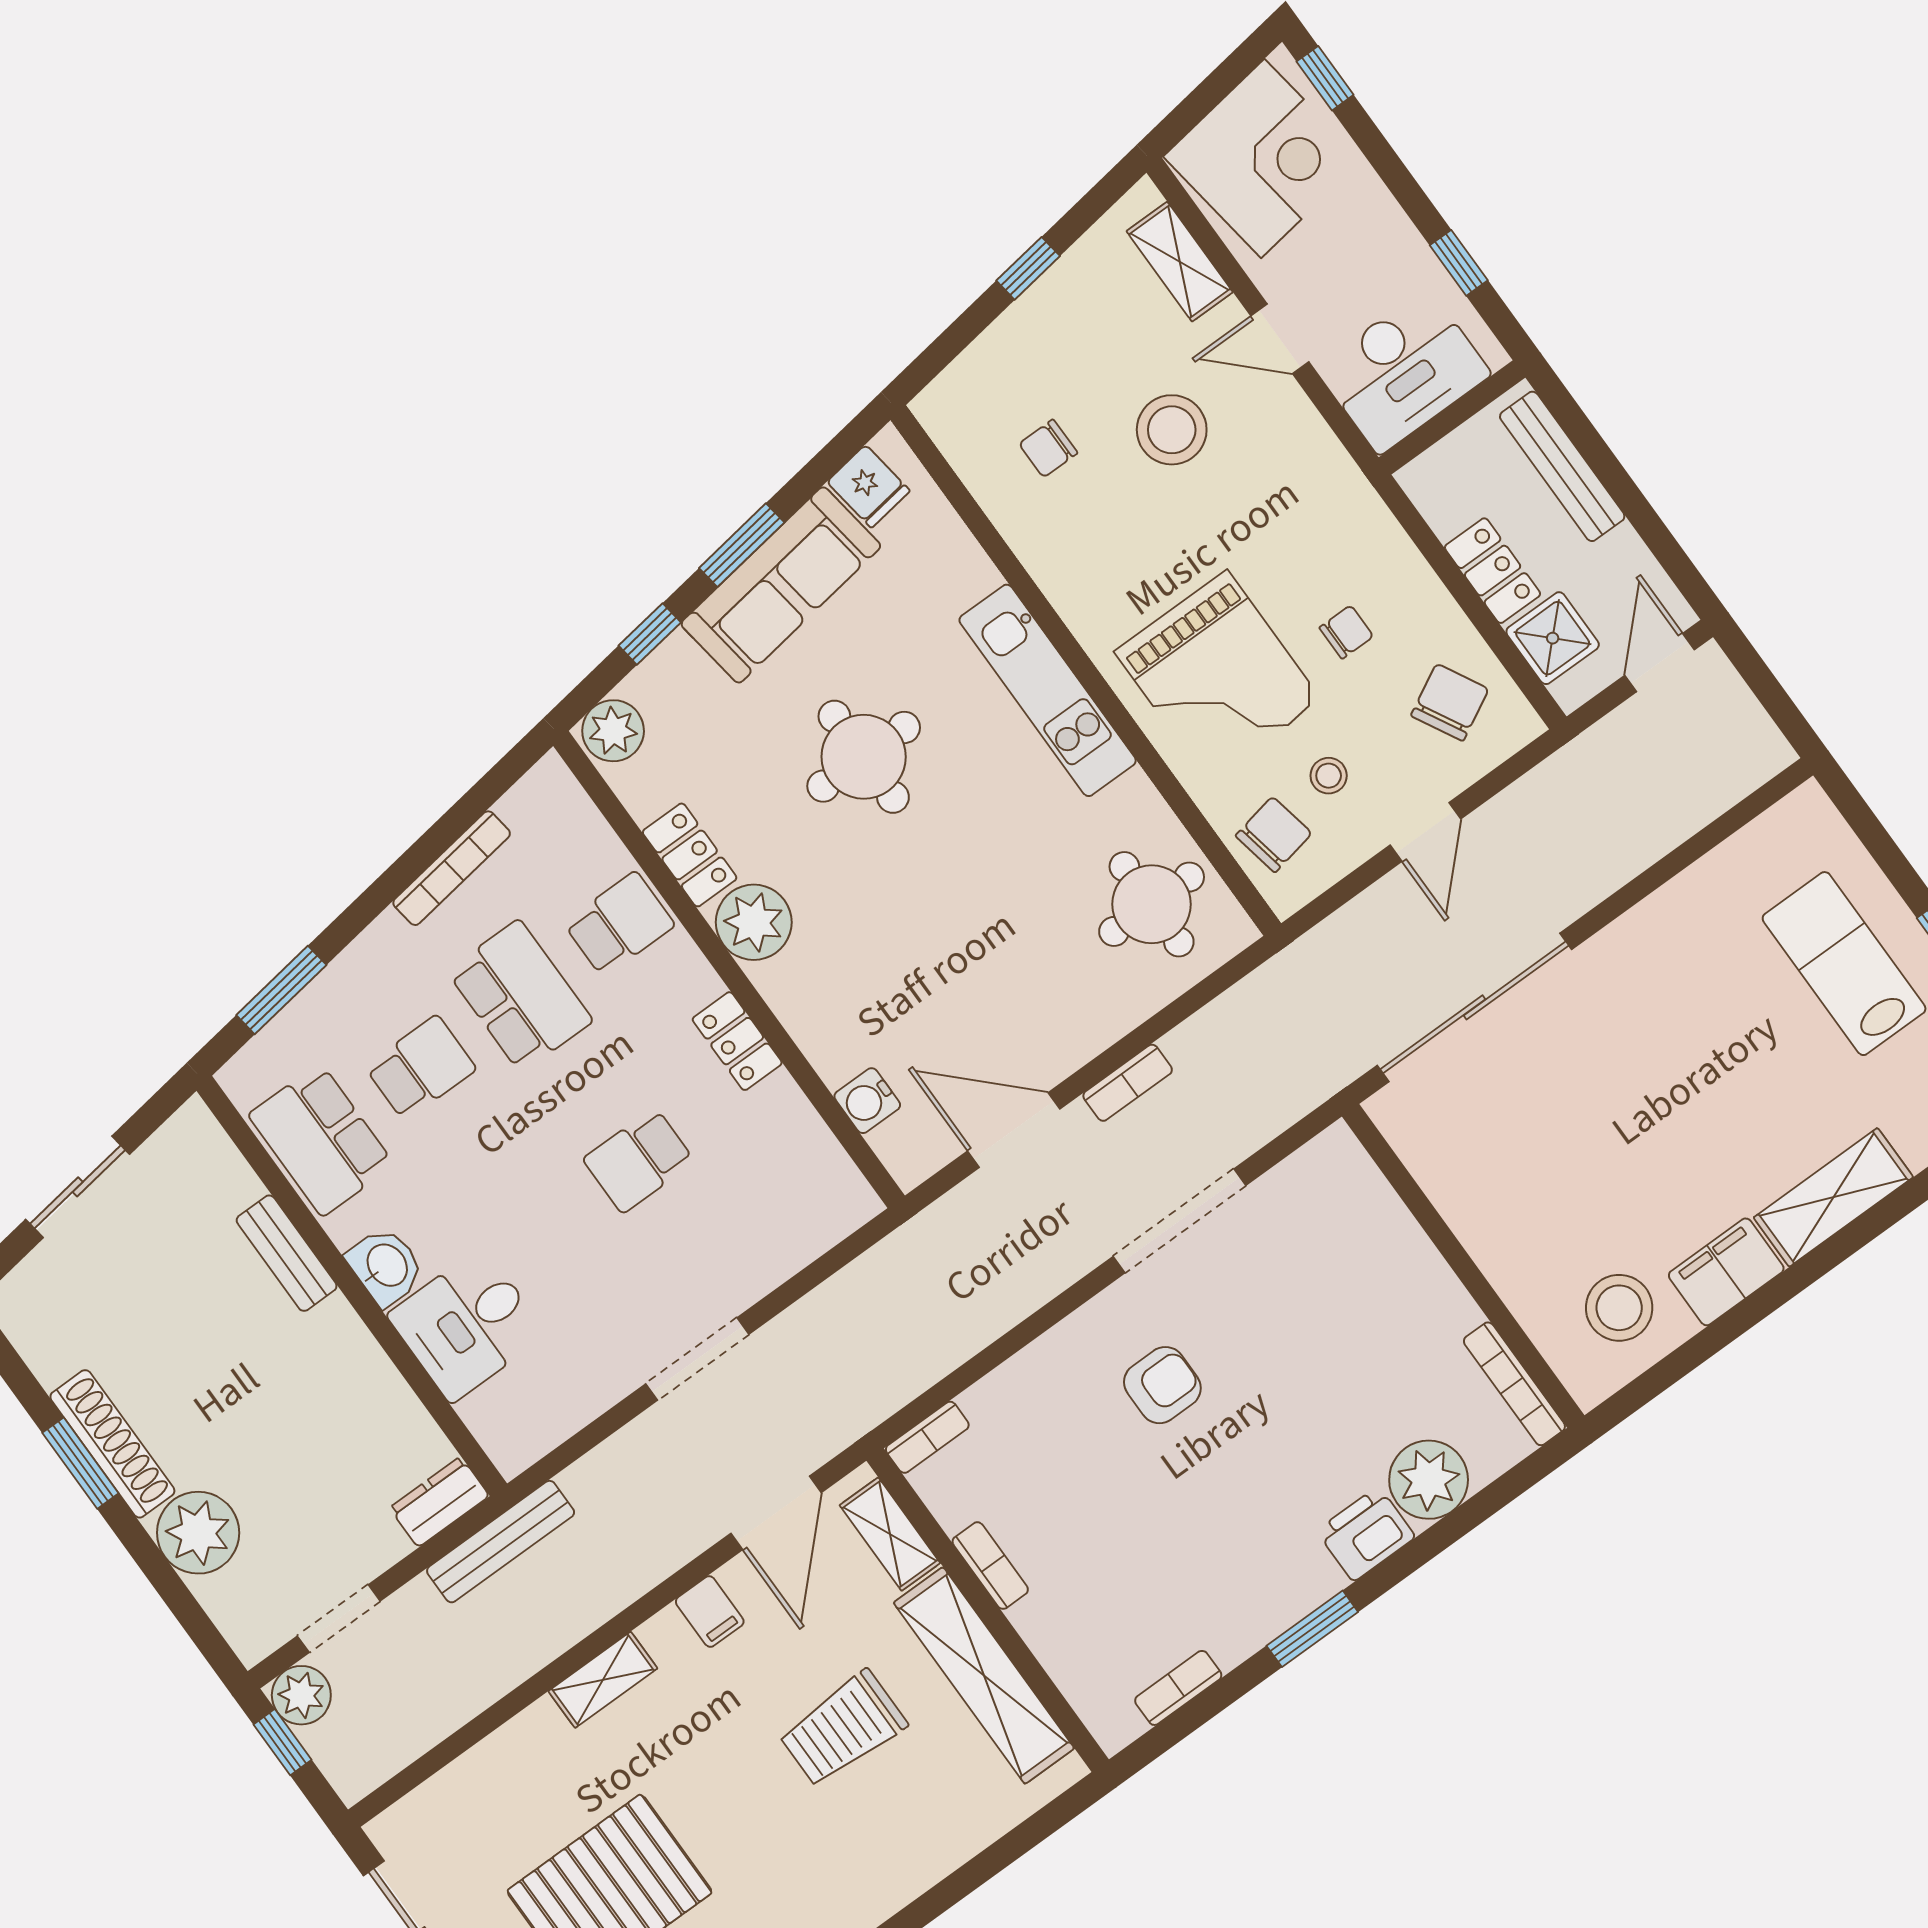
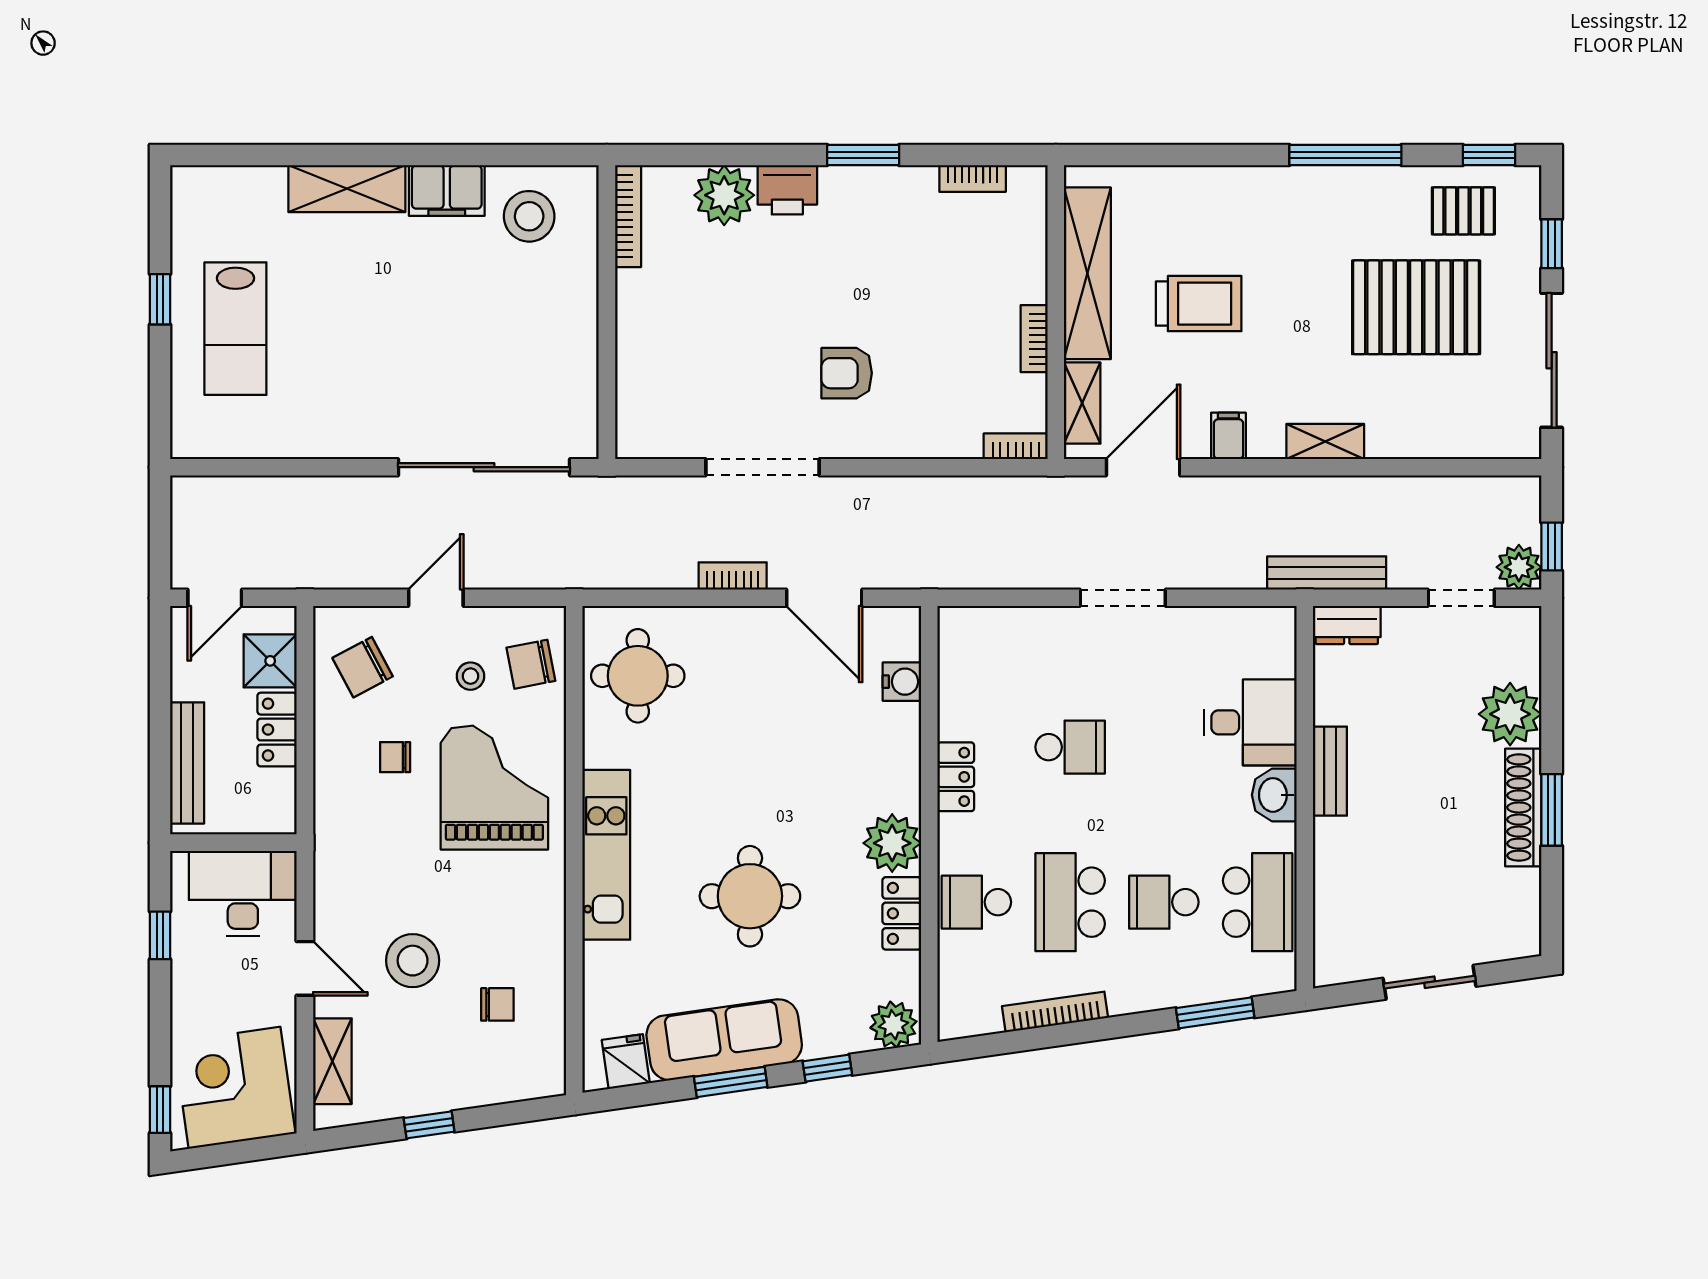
bench: (287, 1253) -> (1330, 771), moved

